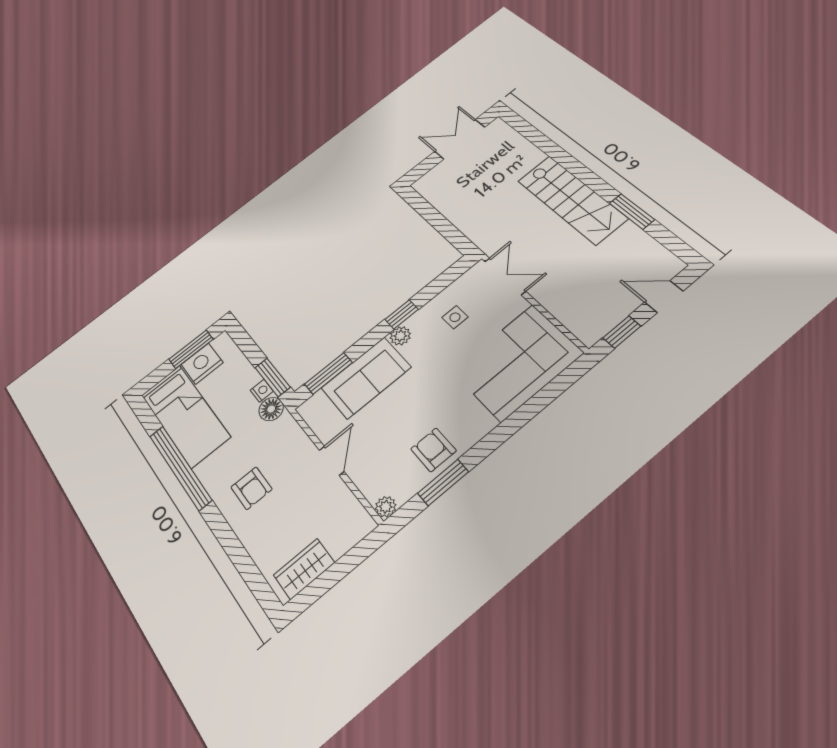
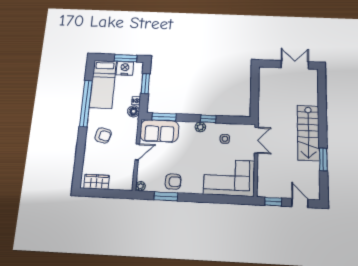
window: (273, 377) -> (145, 84), moved
sofa: (366, 378) -> (159, 131), moved
armchair: (433, 450) -> (173, 182), turned 90
armchair: (251, 488) -> (103, 135), turned -76

